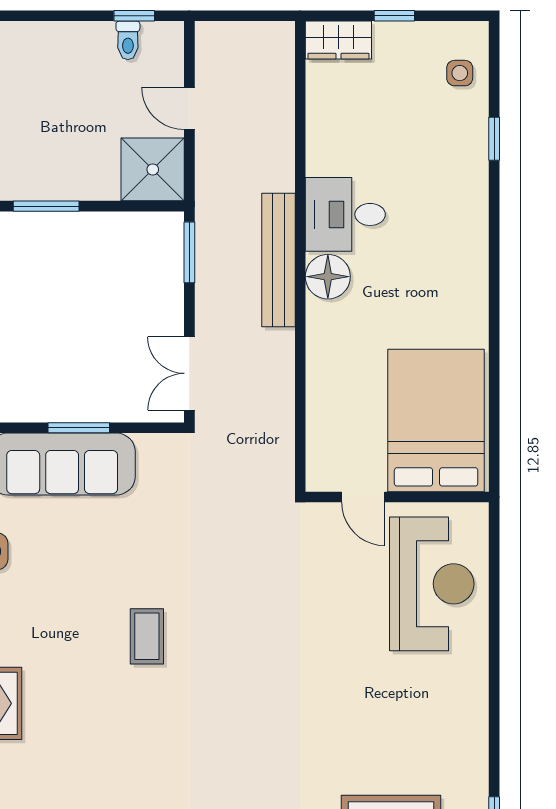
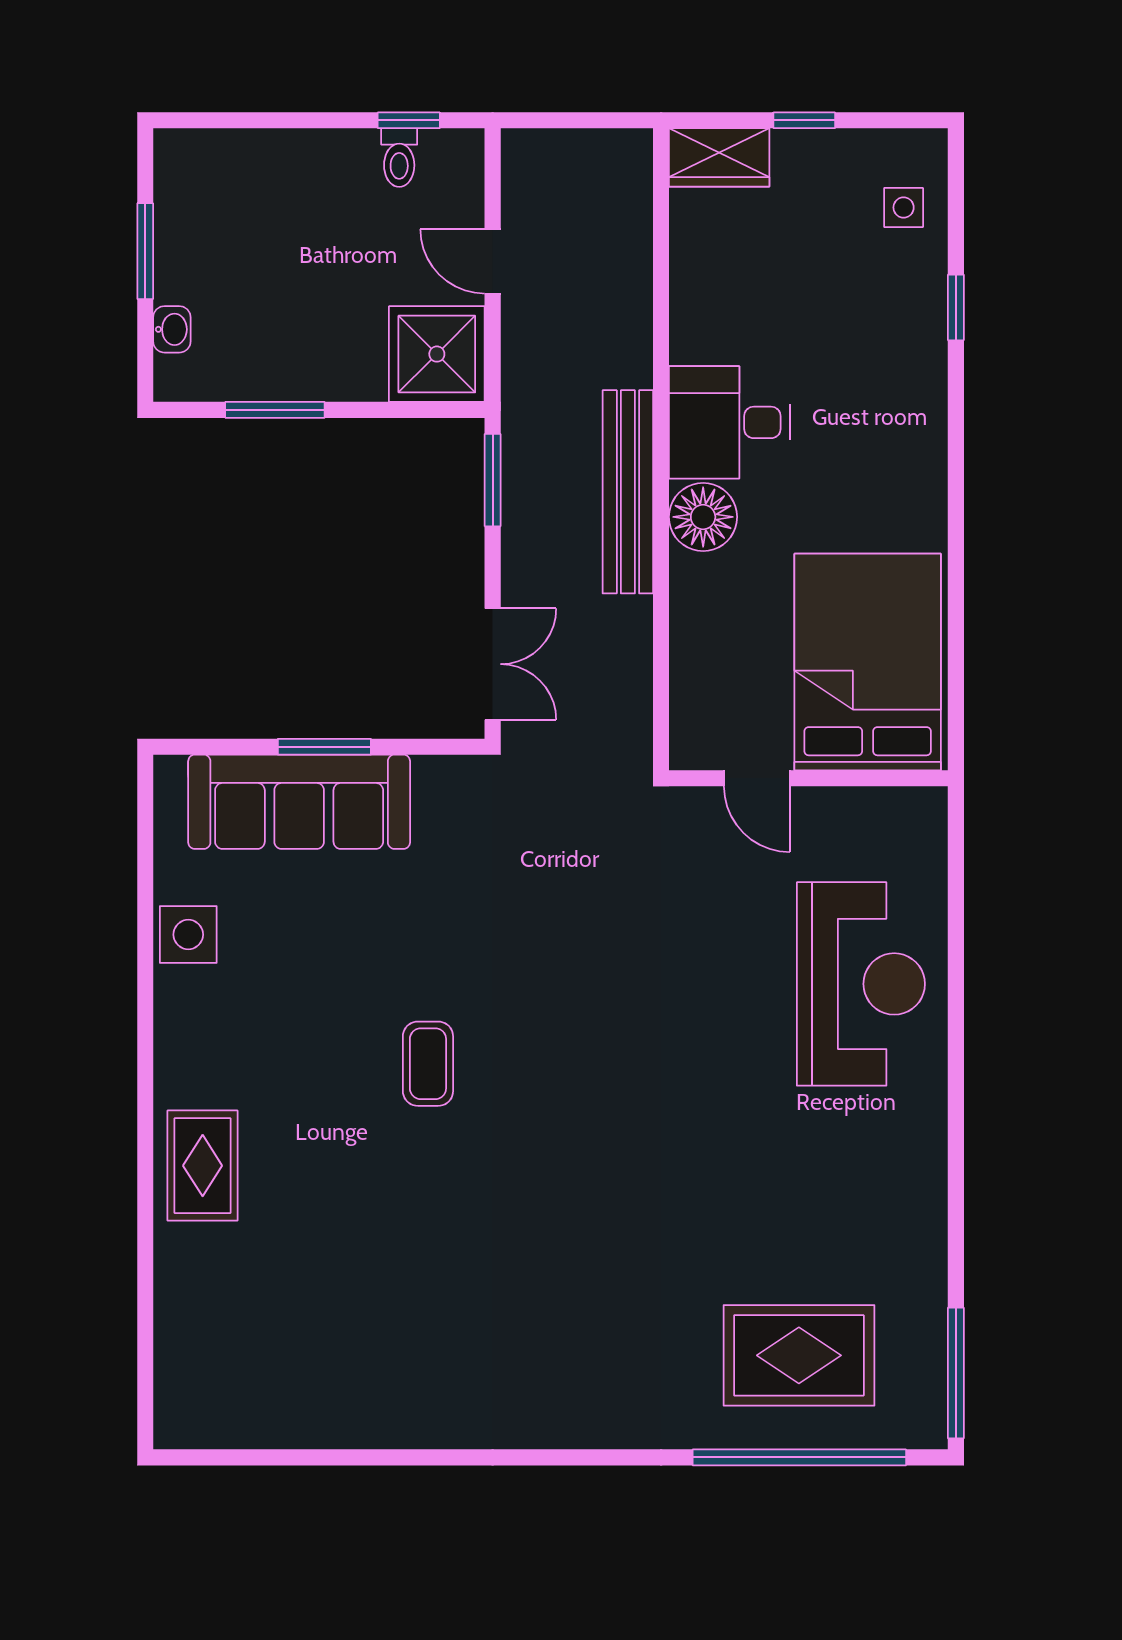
double door: (189, 373) -> (493, 664), swing flipped
bed: (436, 421) -> (868, 662), moved
door: (363, 497) -> (757, 778), moved
wall: (397, 497) -> (808, 778), moved

